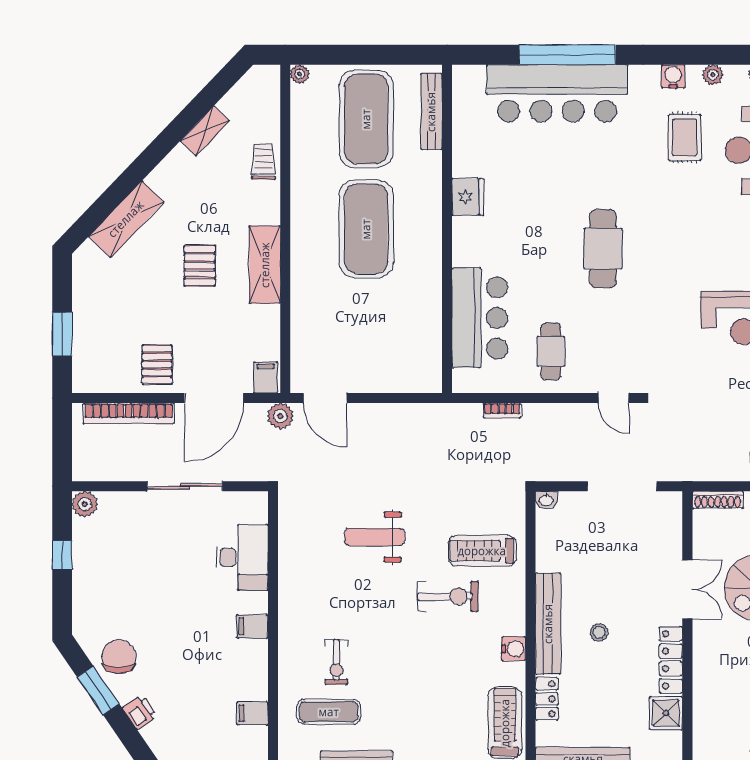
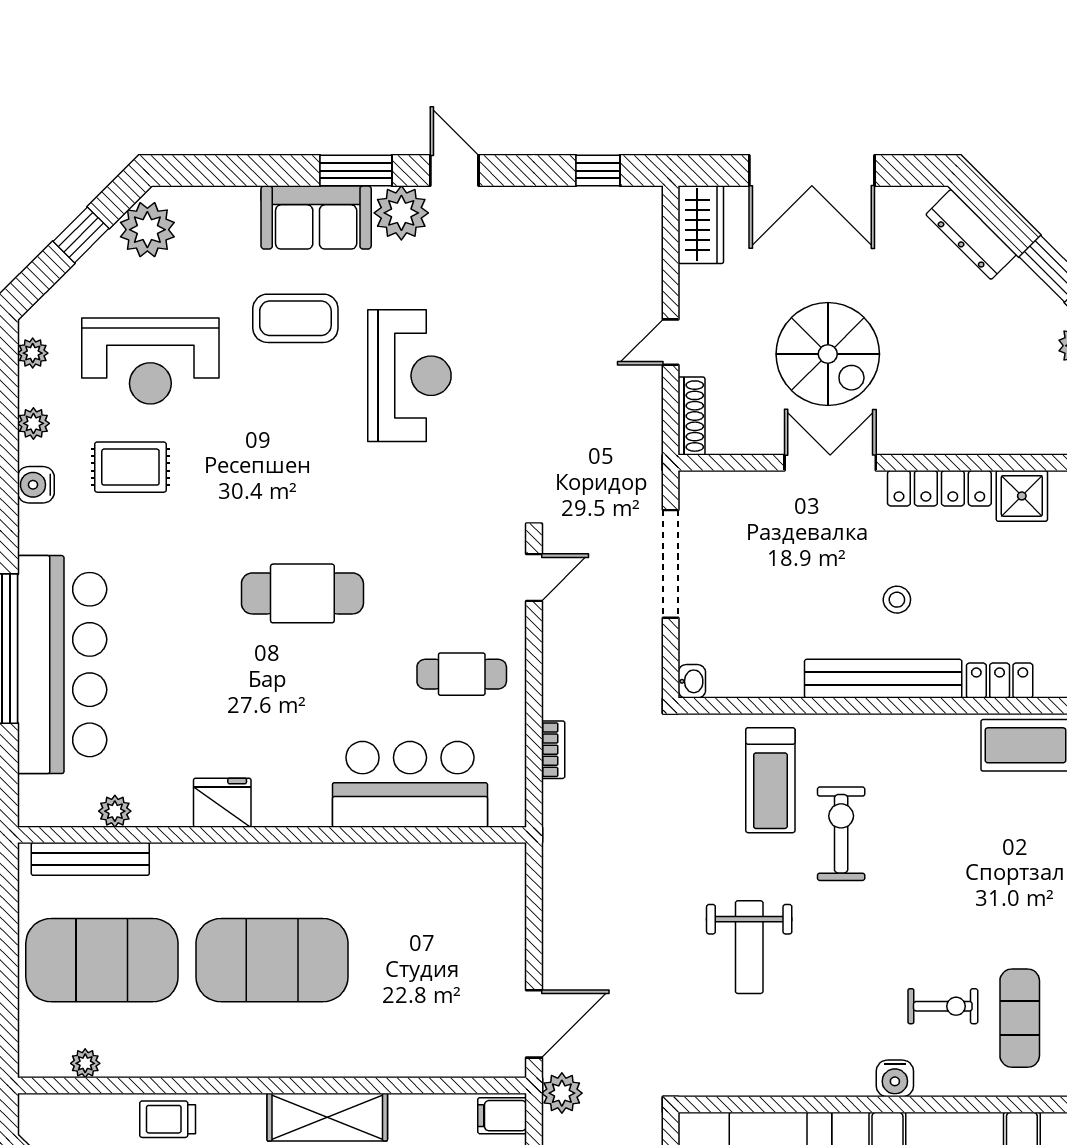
plant: (300, 74) -> (85, 1063), moved
plant: (462, 127) -> (115, 811), added
water cooler: (514, 649) -> (895, 1078), moved, turned 180

